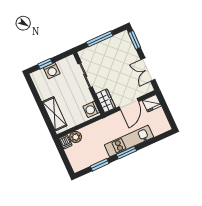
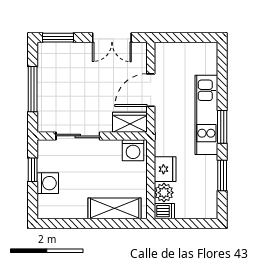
window: (45, 64) -> (33, 170), moved
fridge: (152, 103) -> (165, 169), moved
door: (129, 104) -> (151, 90), swing flipped

